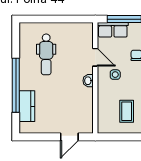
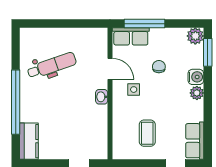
dental chair: (46, 54) -> (52, 66), turned -109
kitchen counter: (27, 106) -> (29, 141), moved

